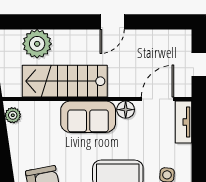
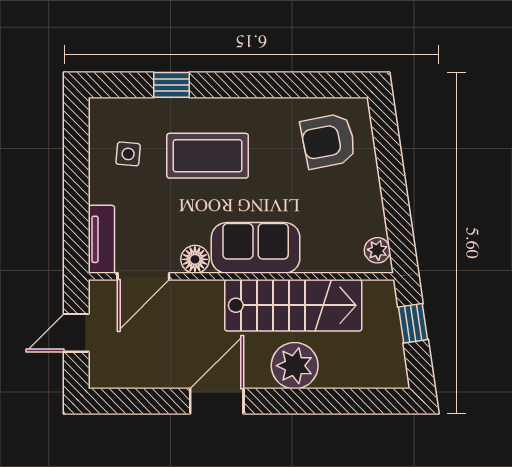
door: (112, 22) -> (217, 401), width x1.38
plant: (37, 44) -> (295, 366), moved

